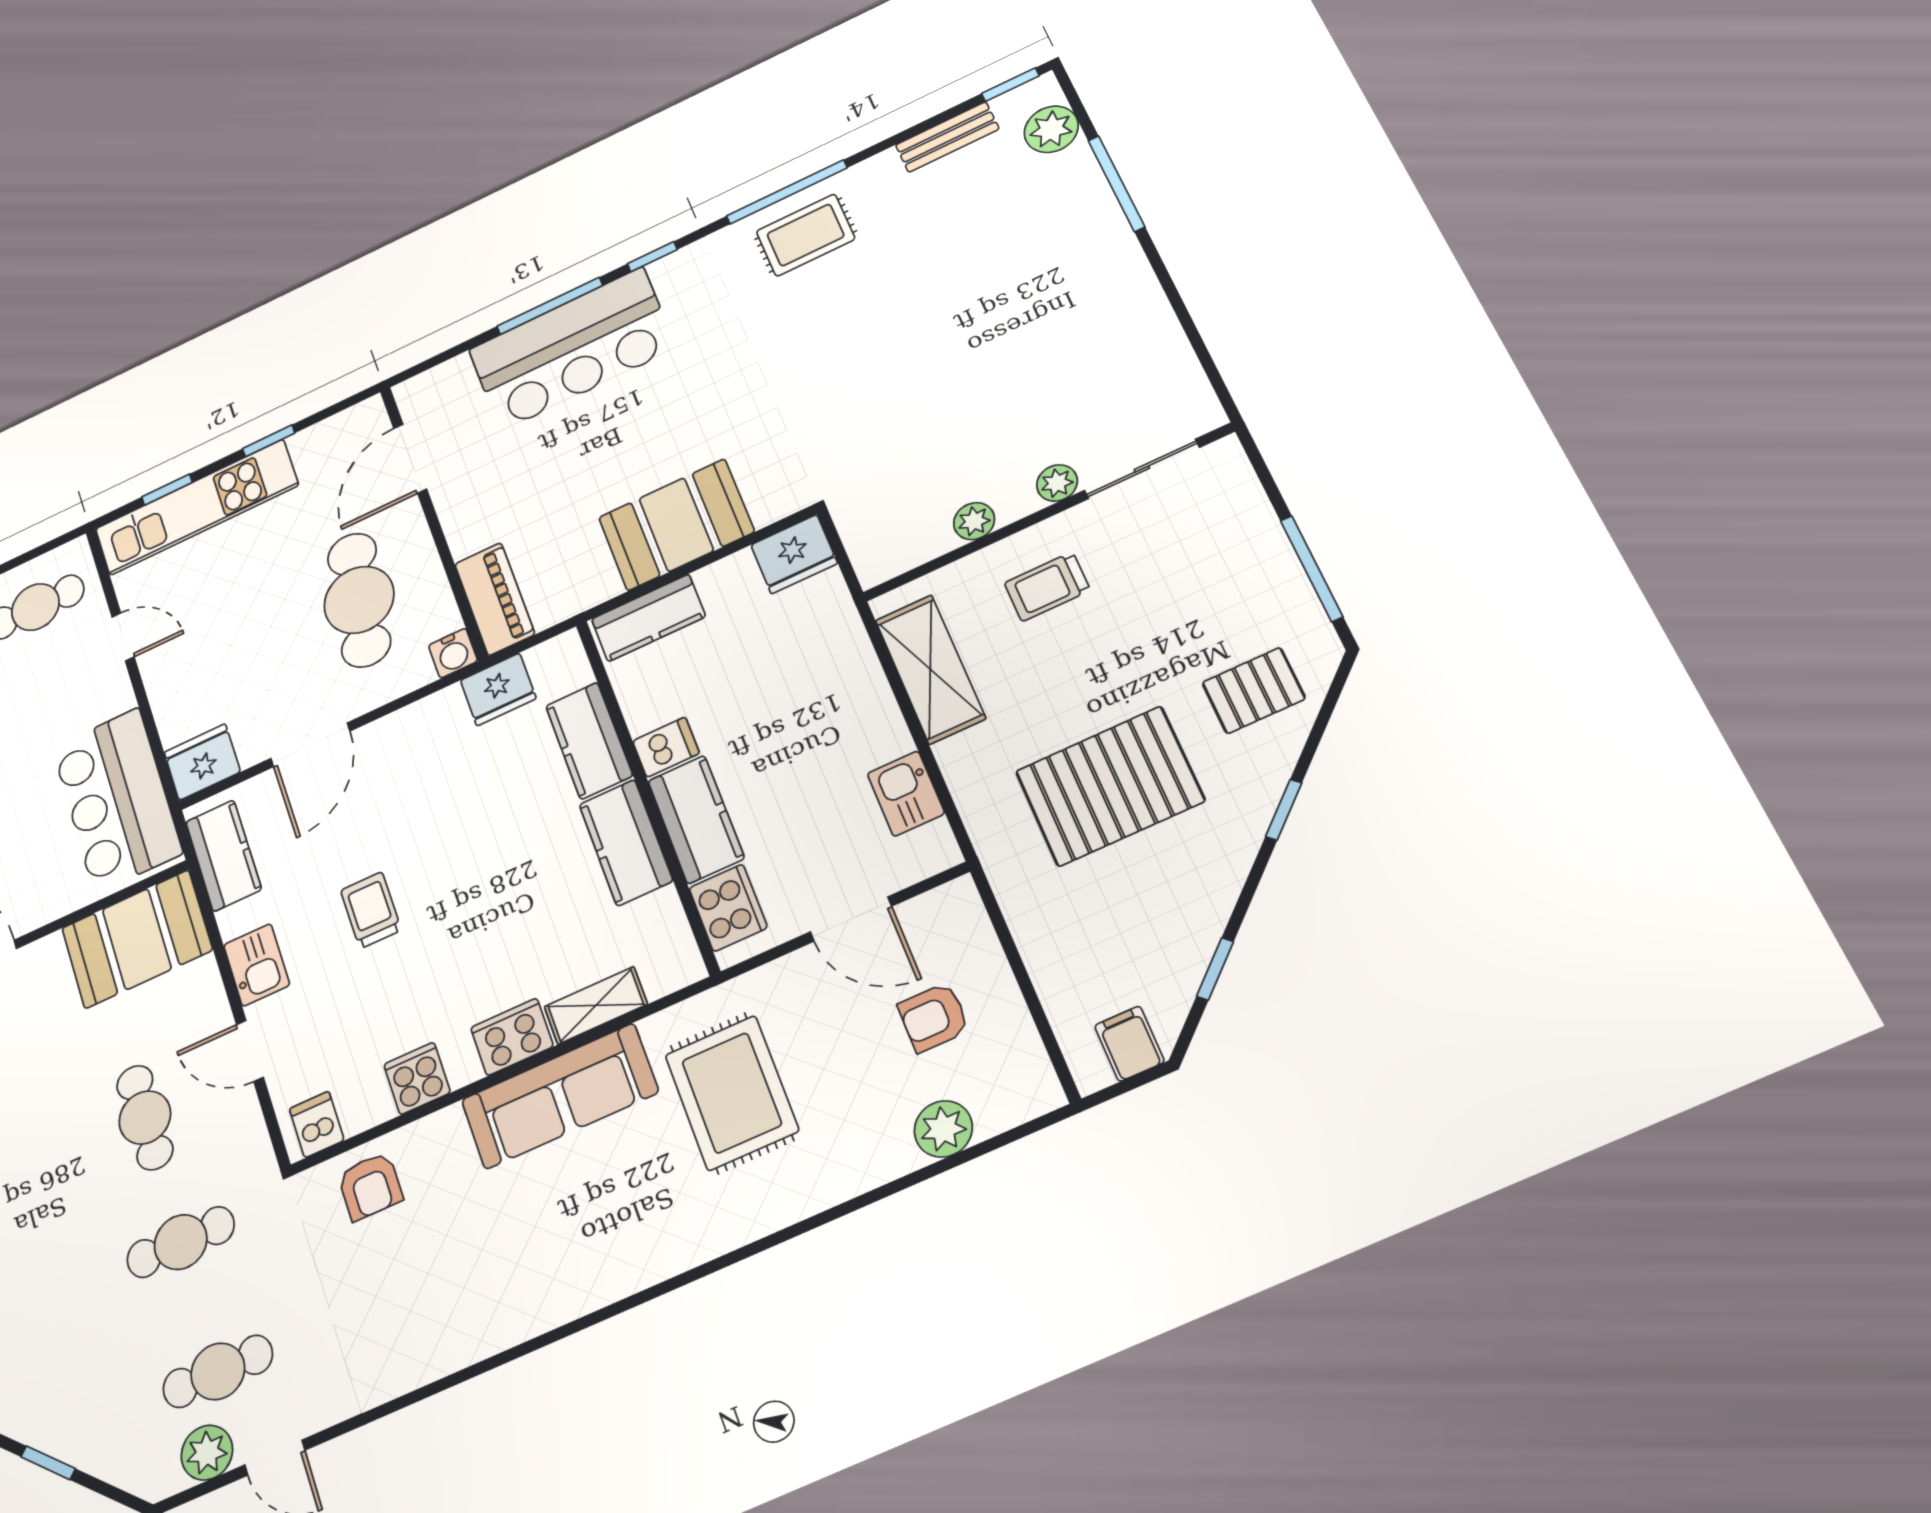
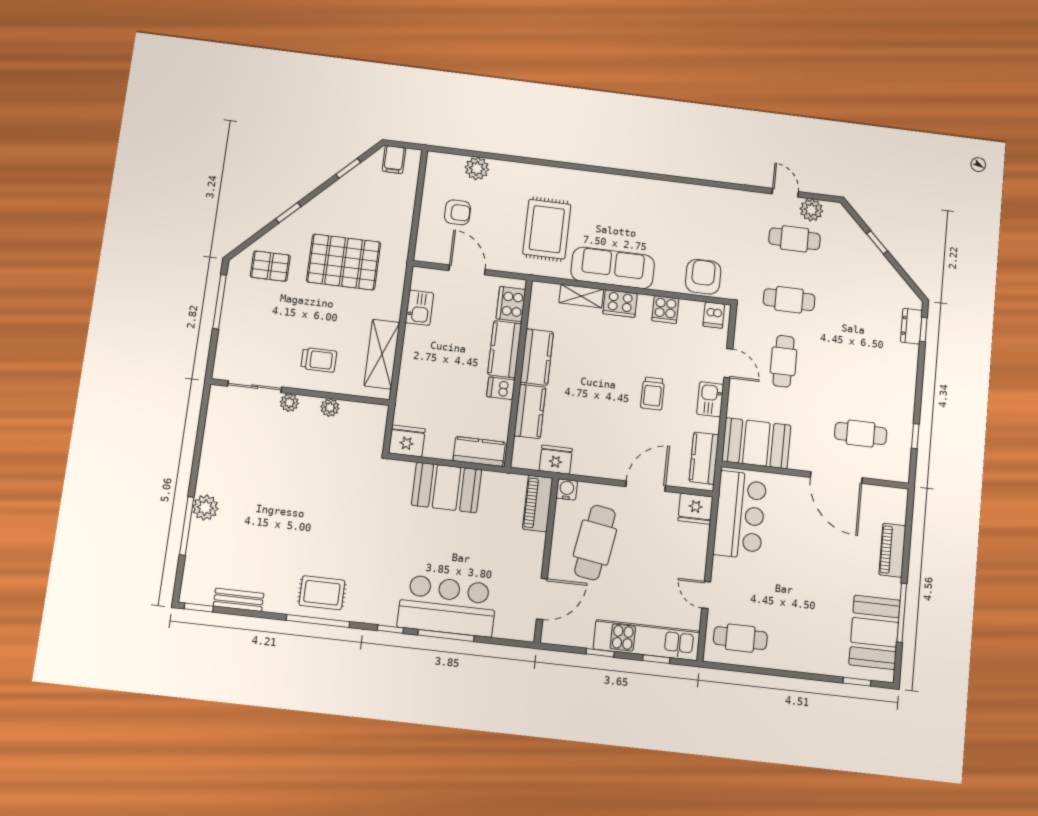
plant: (1051, 129) -> (205, 508), moved
armchair: (370, 1186) -> (703, 277), width x1.38, depth x1.38

